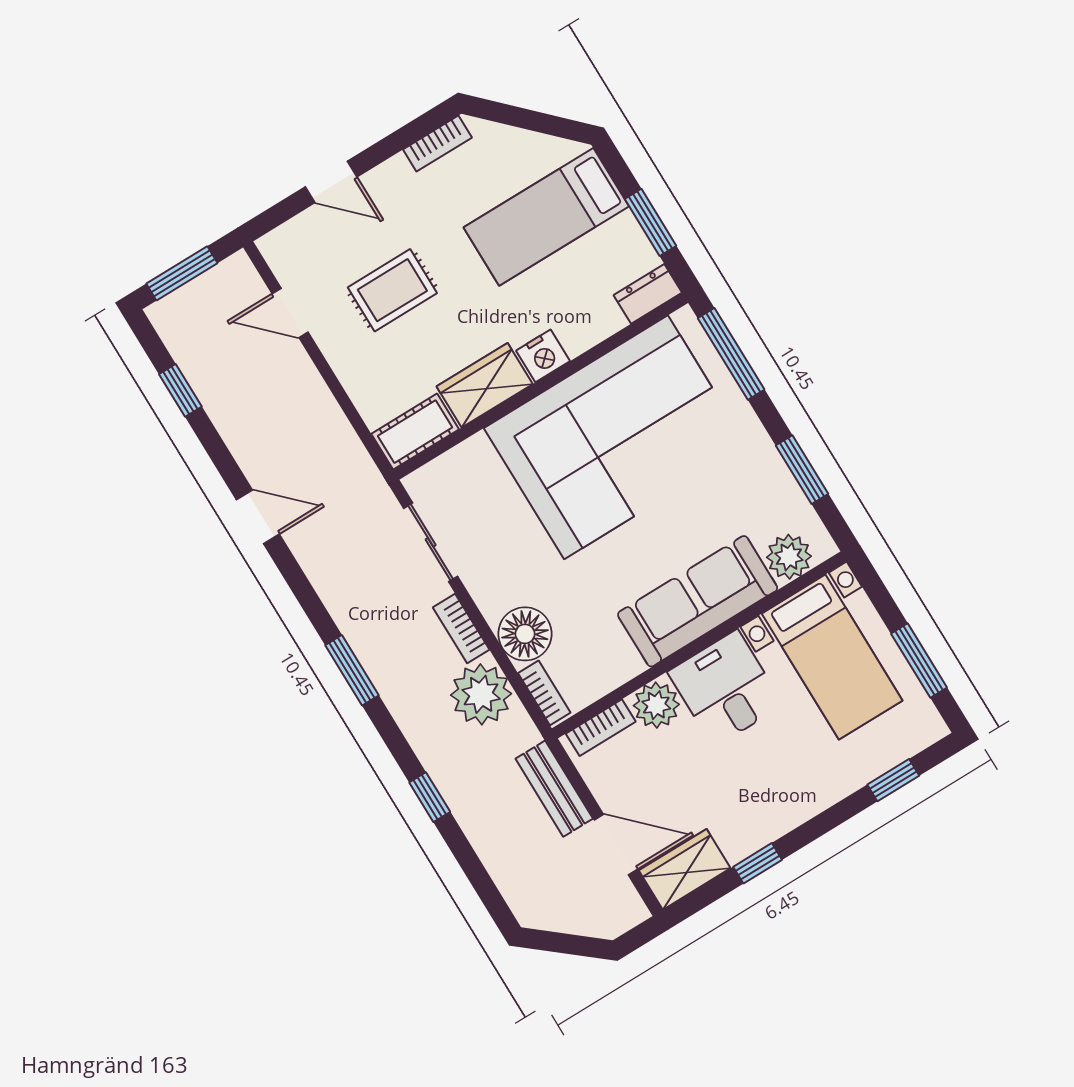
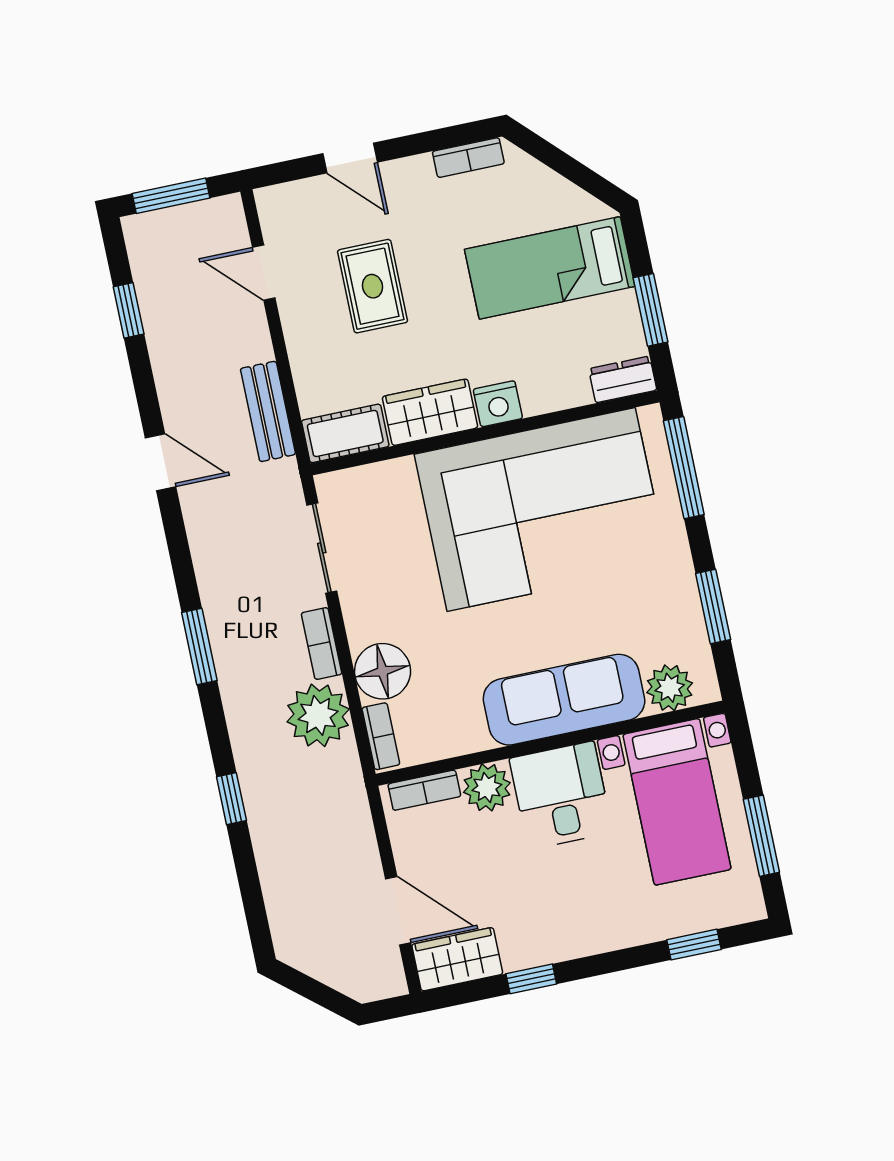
rug: (392, 290) -> (372, 286), turned 90
bench: (554, 789) -> (268, 411), moved

